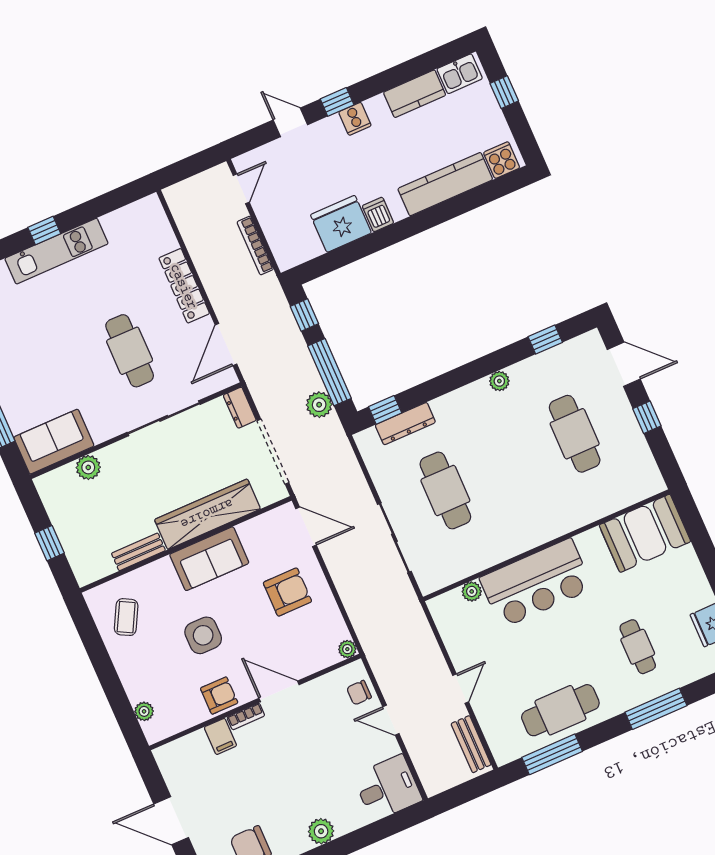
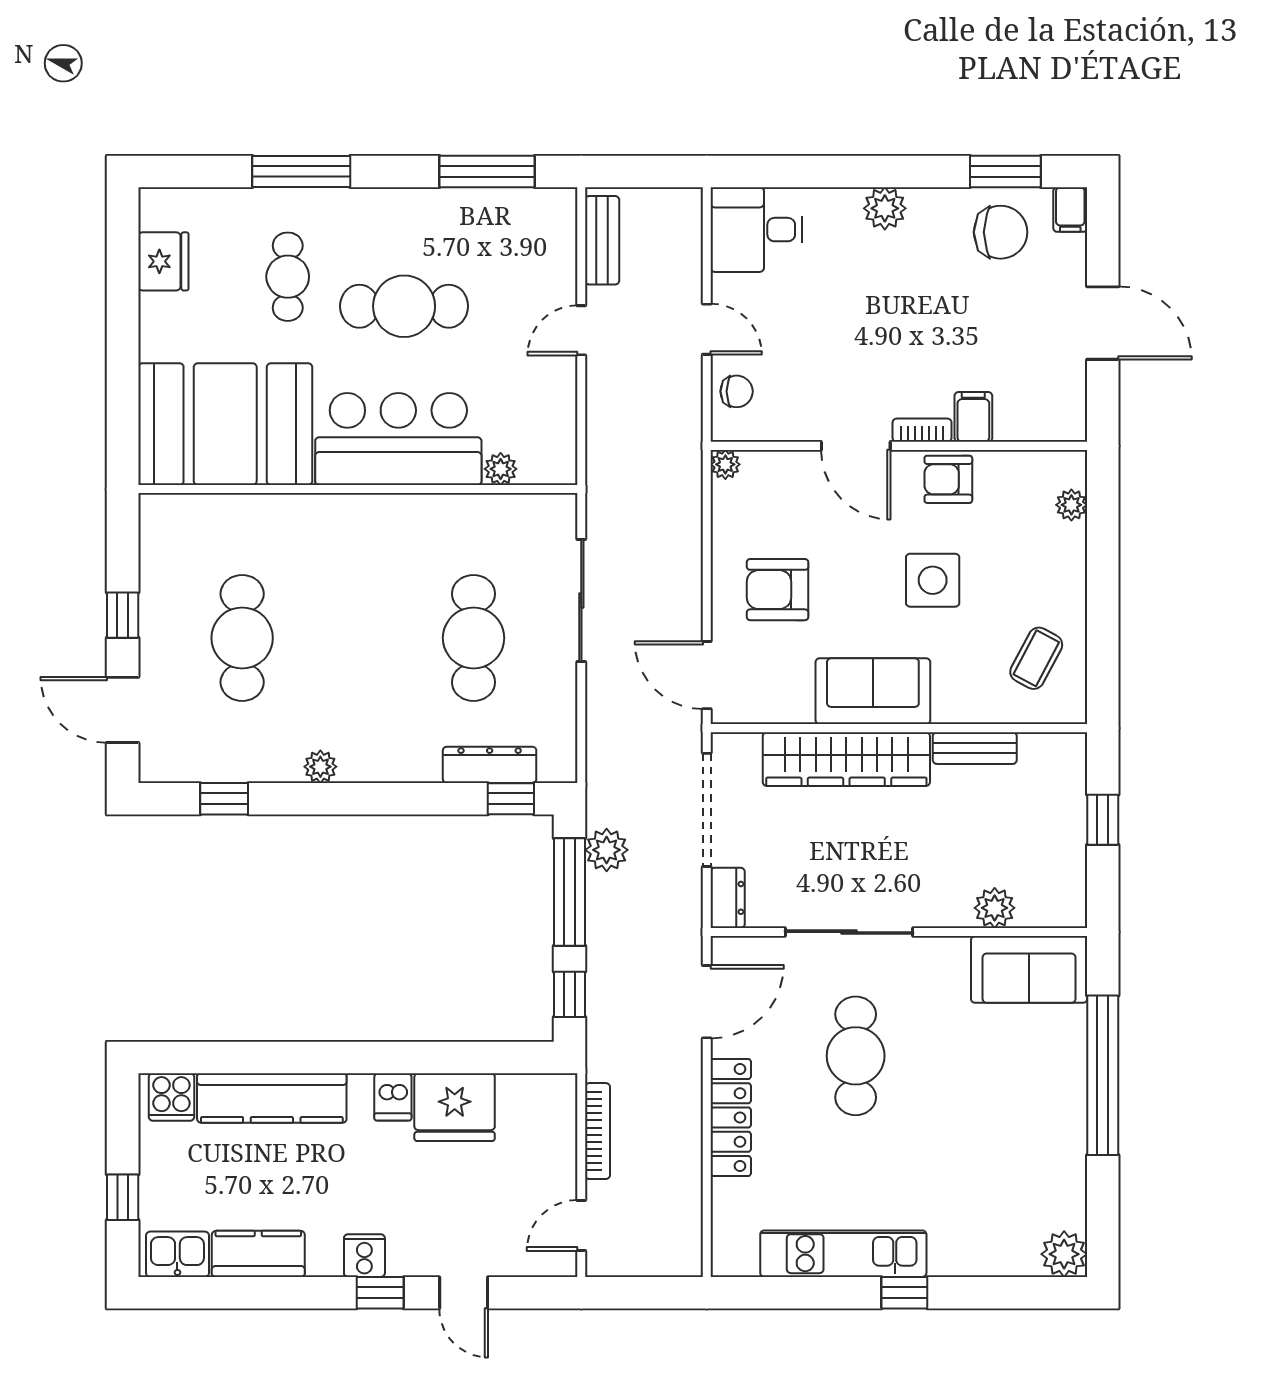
kitchen unit: (56, 251) -> (843, 1254), moved
booth: (645, 533) -> (225, 424), width x1.36, depth x1.42
cafe table: (560, 710) -> (404, 306), moved

